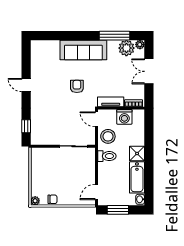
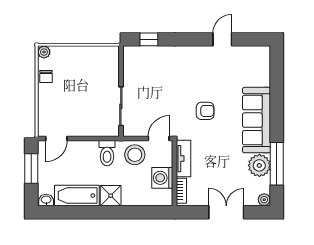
plant: (126, 48) -> (259, 165), moved
door: (26, 85) -> (222, 39), moved
door: (96, 192) -> (56, 138), swing flipped

